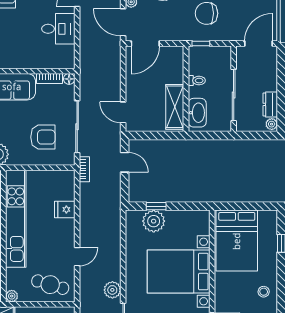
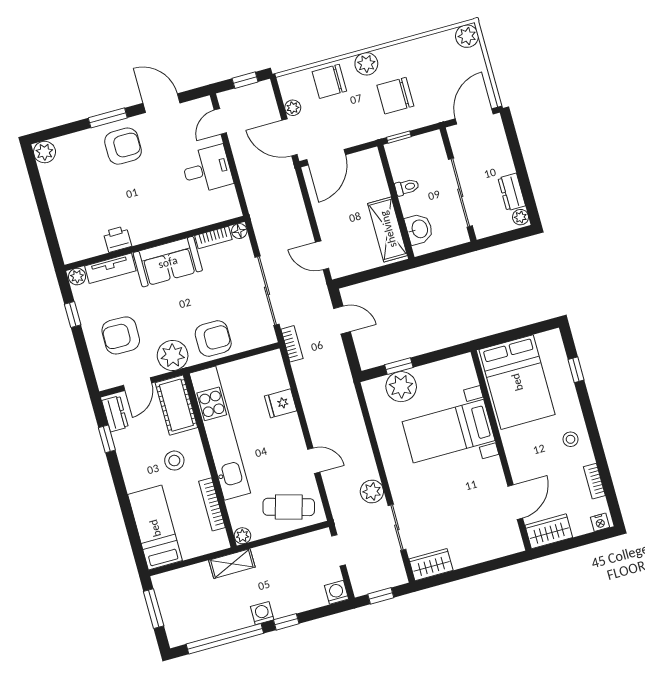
washbasin: (197, 113) -> (419, 229), width x0.72
armchair: (43, 137) -> (213, 338), moved
door: (77, 257) -> (314, 461), hinge flipped
bed with nightstands: (179, 272) -> (449, 431), width x0.73

